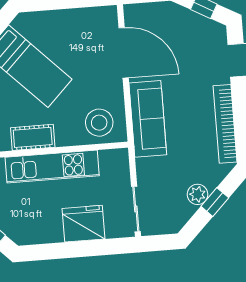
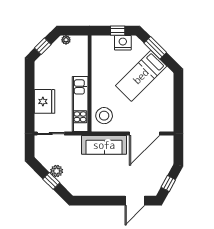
bookcase: (225, 124) -> (97, 191), removed
cot: (33, 137) -> (98, 75), removed
kitchen unit: (52, 167) -> (80, 104), moved

